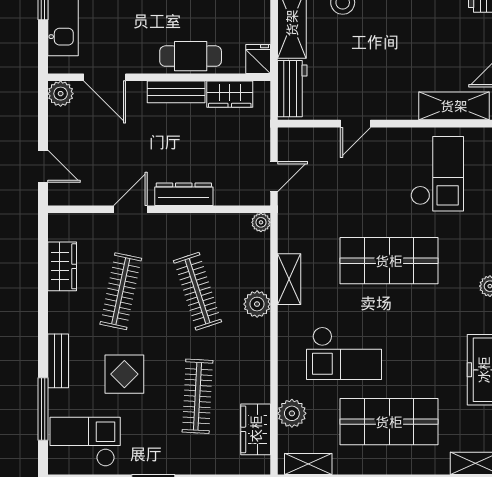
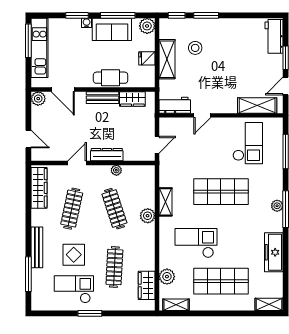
fridge: (258, 59) -> (147, 58), moved, turned -90
workbench: (292, 89) -> (175, 105), moved, turned -90
plant: (261, 222) -> (116, 170), moved
wardrobe: (62, 266) -> (39, 188), width x1.50
checkout: (344, 353) -> (196, 243), turned 180
bench: (58, 361) -> (37, 247), width x1.36
checkout: (85, 442) -> (74, 289), moved

